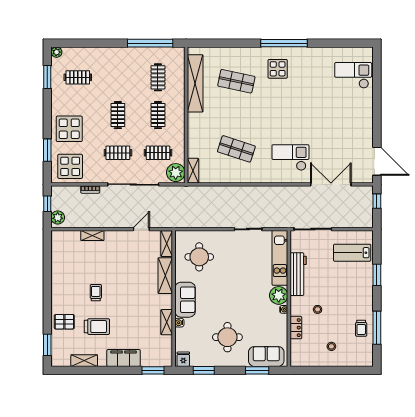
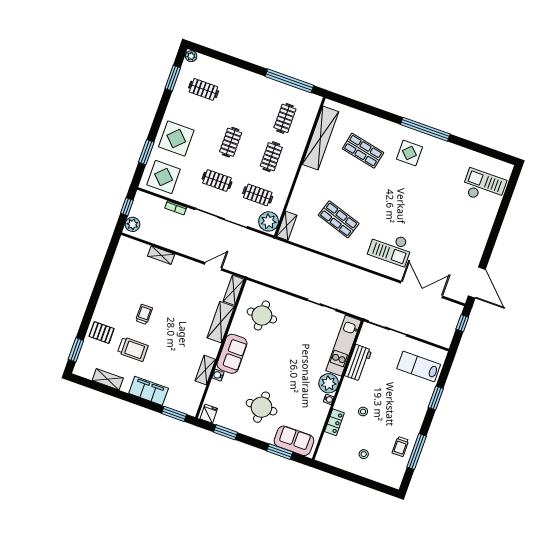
checkout: (290, 158) -> (390, 248), turned 180
workbench: (298, 274) -> (358, 363), width x0.73

